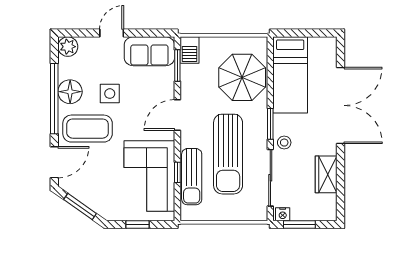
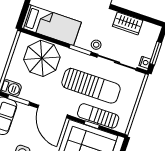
door: (177, 115) -> (53, 111), width x1.36
sun lounger: (192, 177) -> (98, 116), turned 180

